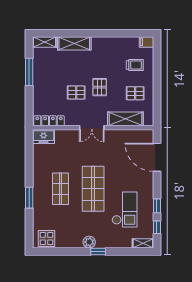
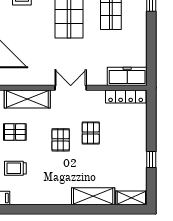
window: (29, 72) -> (151, 159), width x0.46
pallet: (76, 92) -> (91, 133), turned 90
freezer: (43, 137) -> (127, 76), width x1.40

